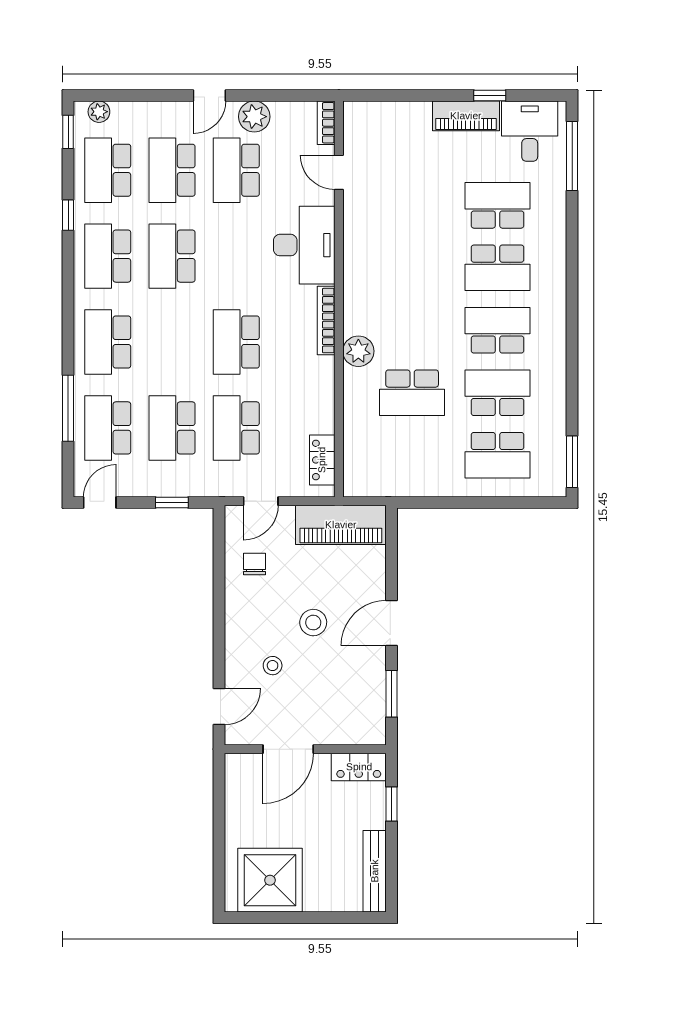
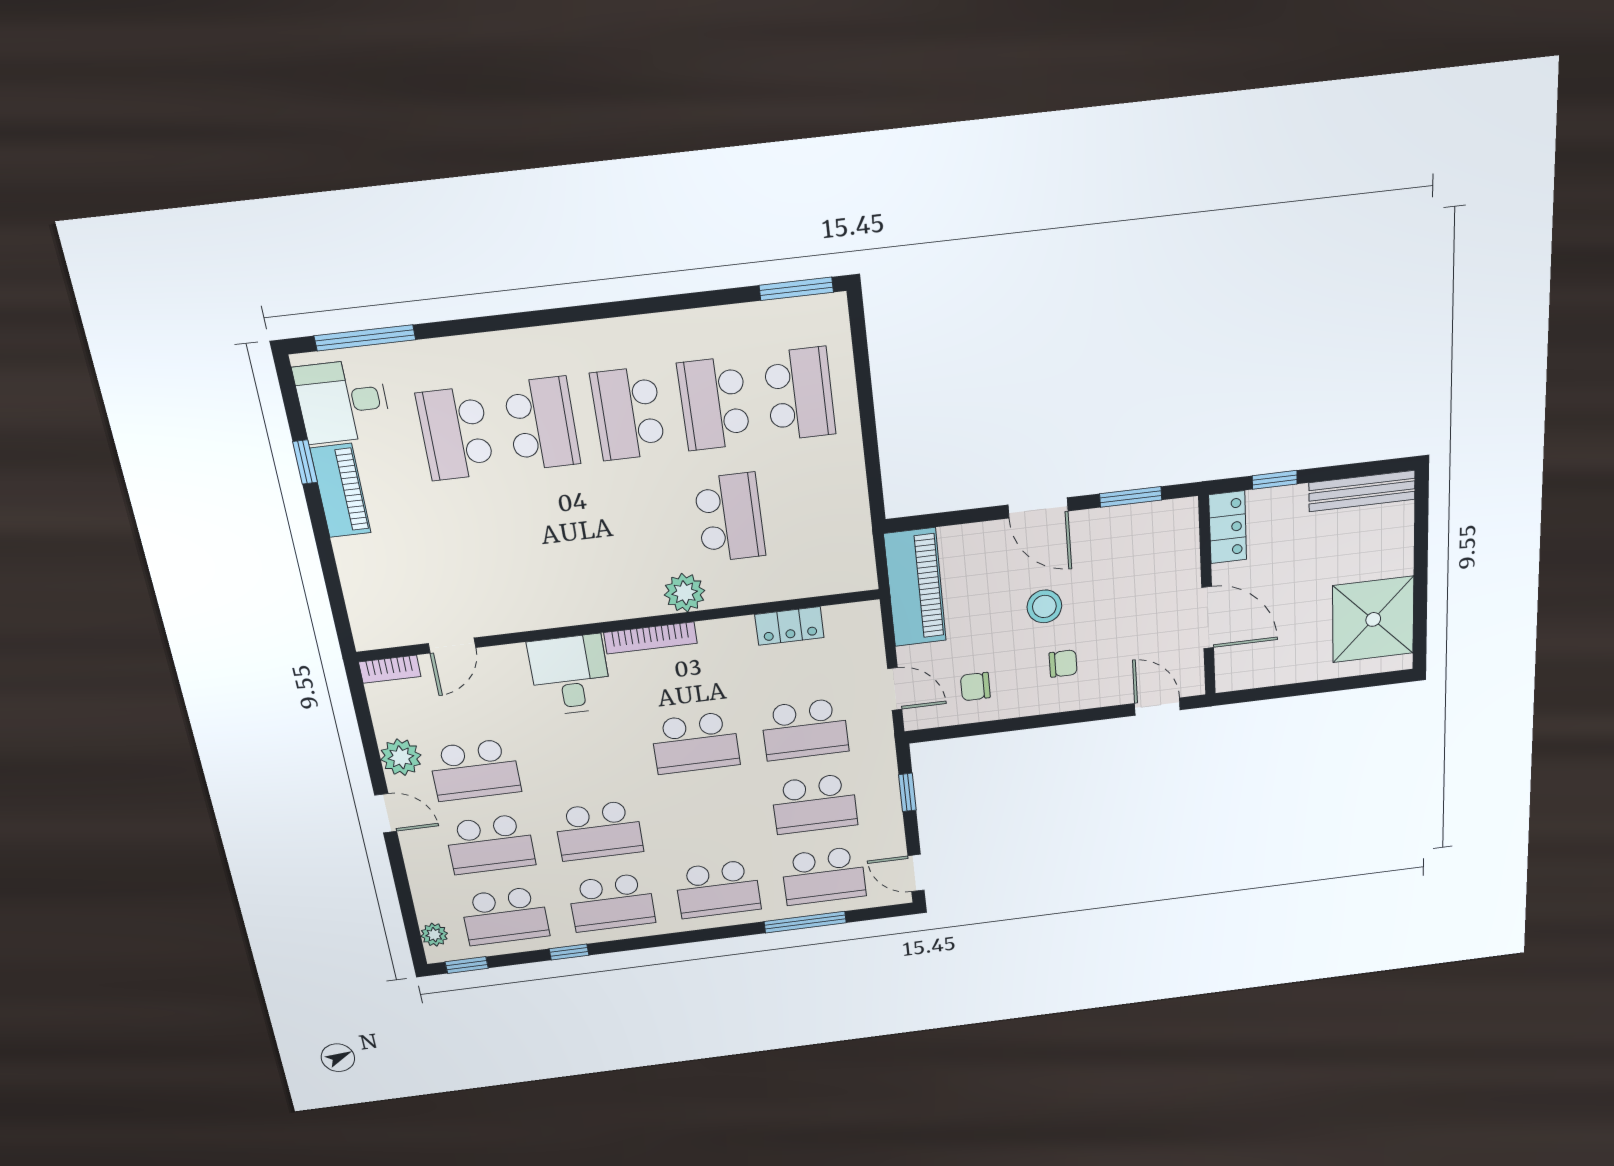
desk: (304, 245) -> (570, 675), width x0.73
locker: (322, 460) -> (789, 626), moved
chair: (265, 634) -> (1063, 664), added
stool: (273, 666) -> (1103, 649), removed

